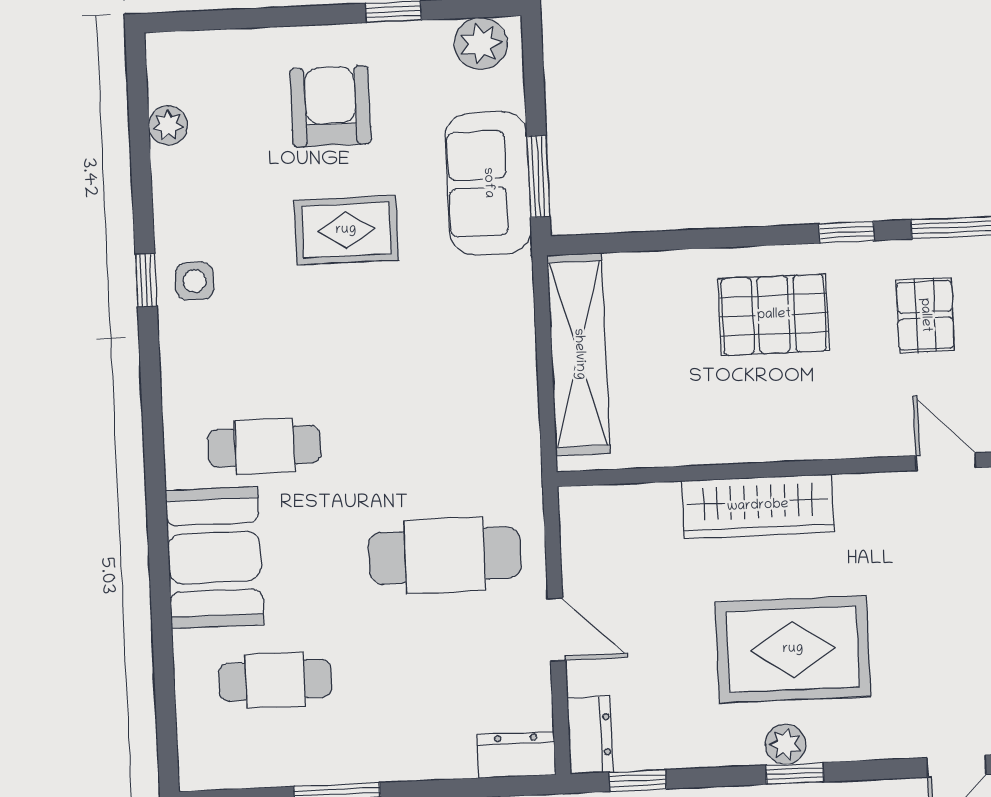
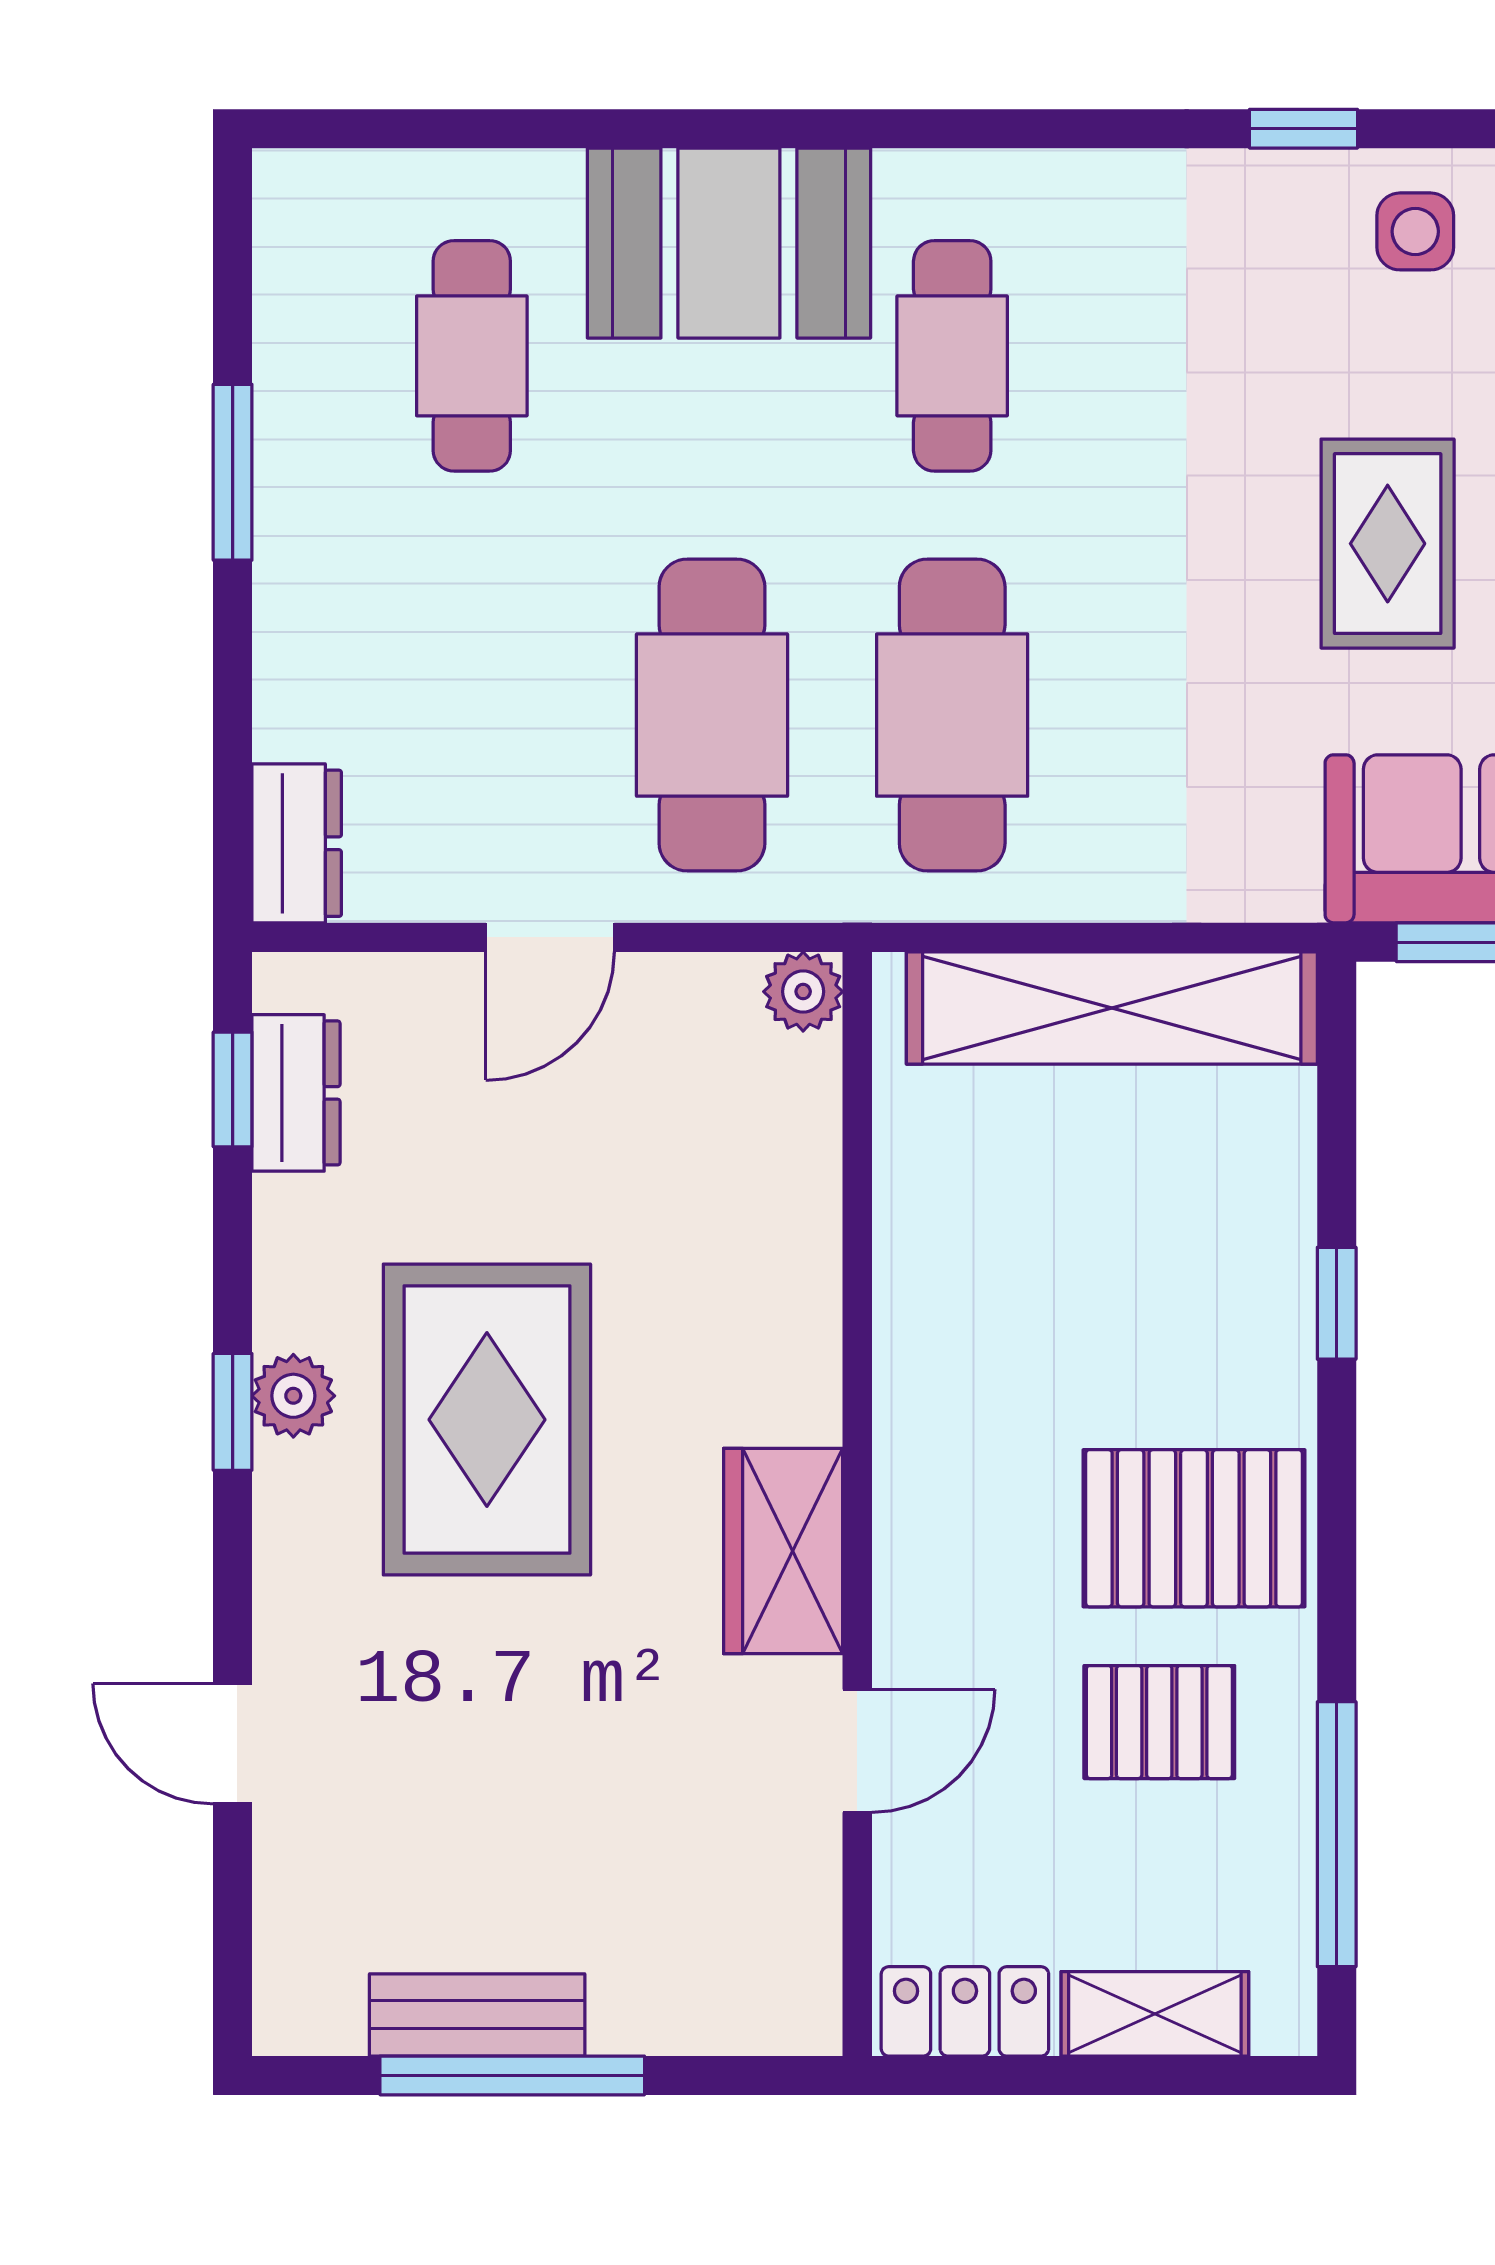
window: (847, 232) -> (1337, 1303), moved
side table: (195, 281) -> (1415, 231), moved
pallet: (774, 315) -> (1194, 1528), moved, turned 90
cafe table: (439, 438) -> (952, 715), added
plant: (577, 505) -> (803, 992), added
wardrobe: (758, 506) -> (783, 1551), moved, width x0.67
dresser: (590, 735) -> (296, 1093), moved, turned -90

